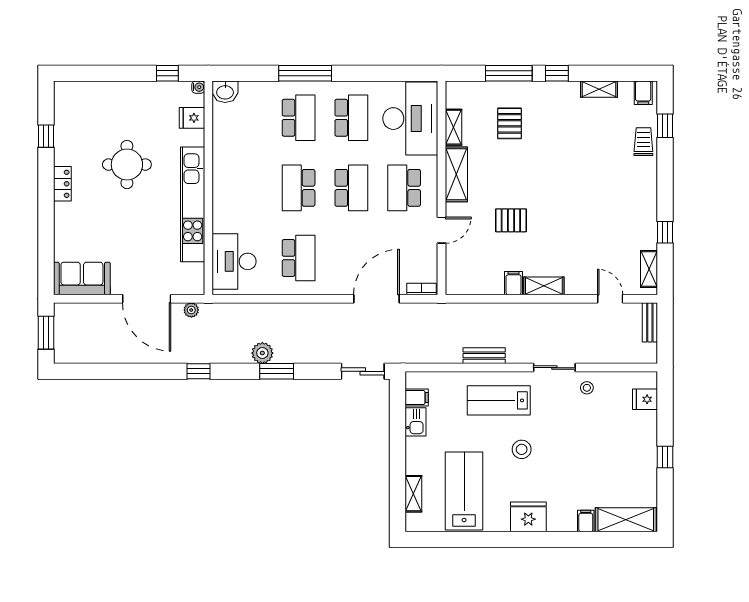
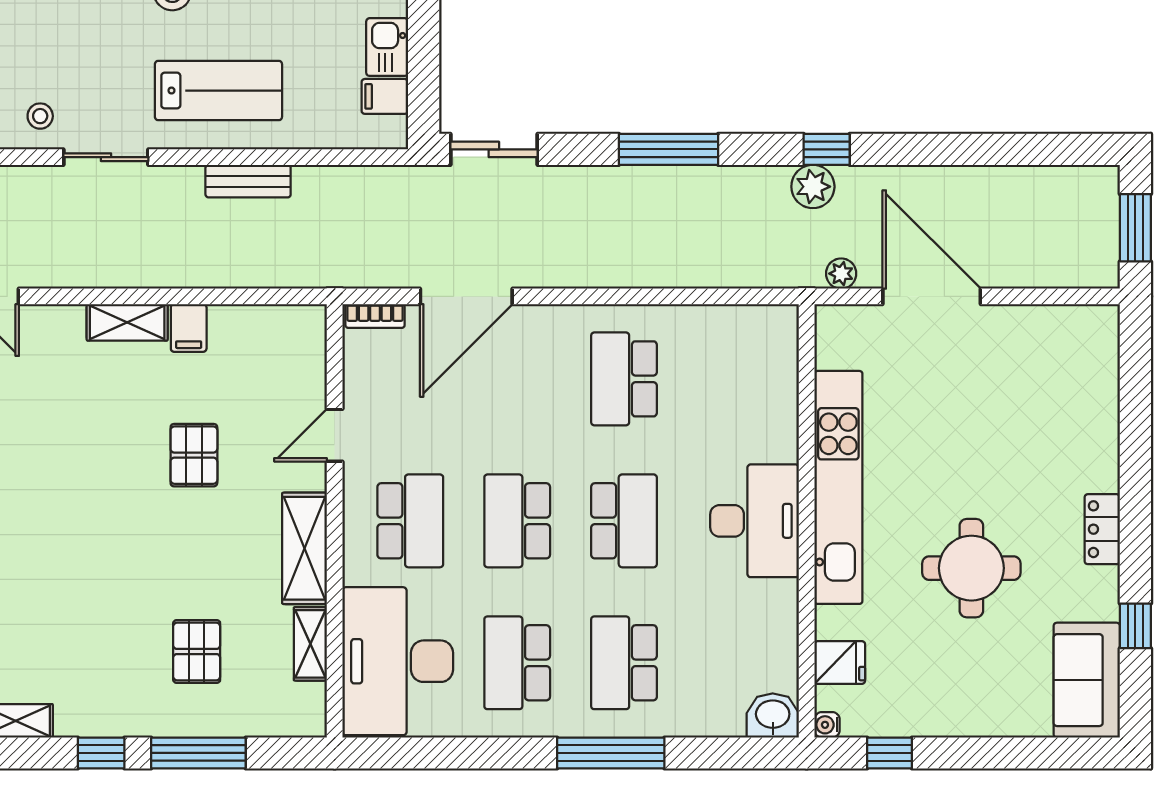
pallet: (511, 220) -> (194, 455), turned 90
desk: (234, 261) -> (755, 521), moved
sofa: (82, 278) -> (1087, 680), moved, turned 90
plant: (262, 353) -> (813, 187), moved
window: (277, 371) -> (668, 149), width x1.44

